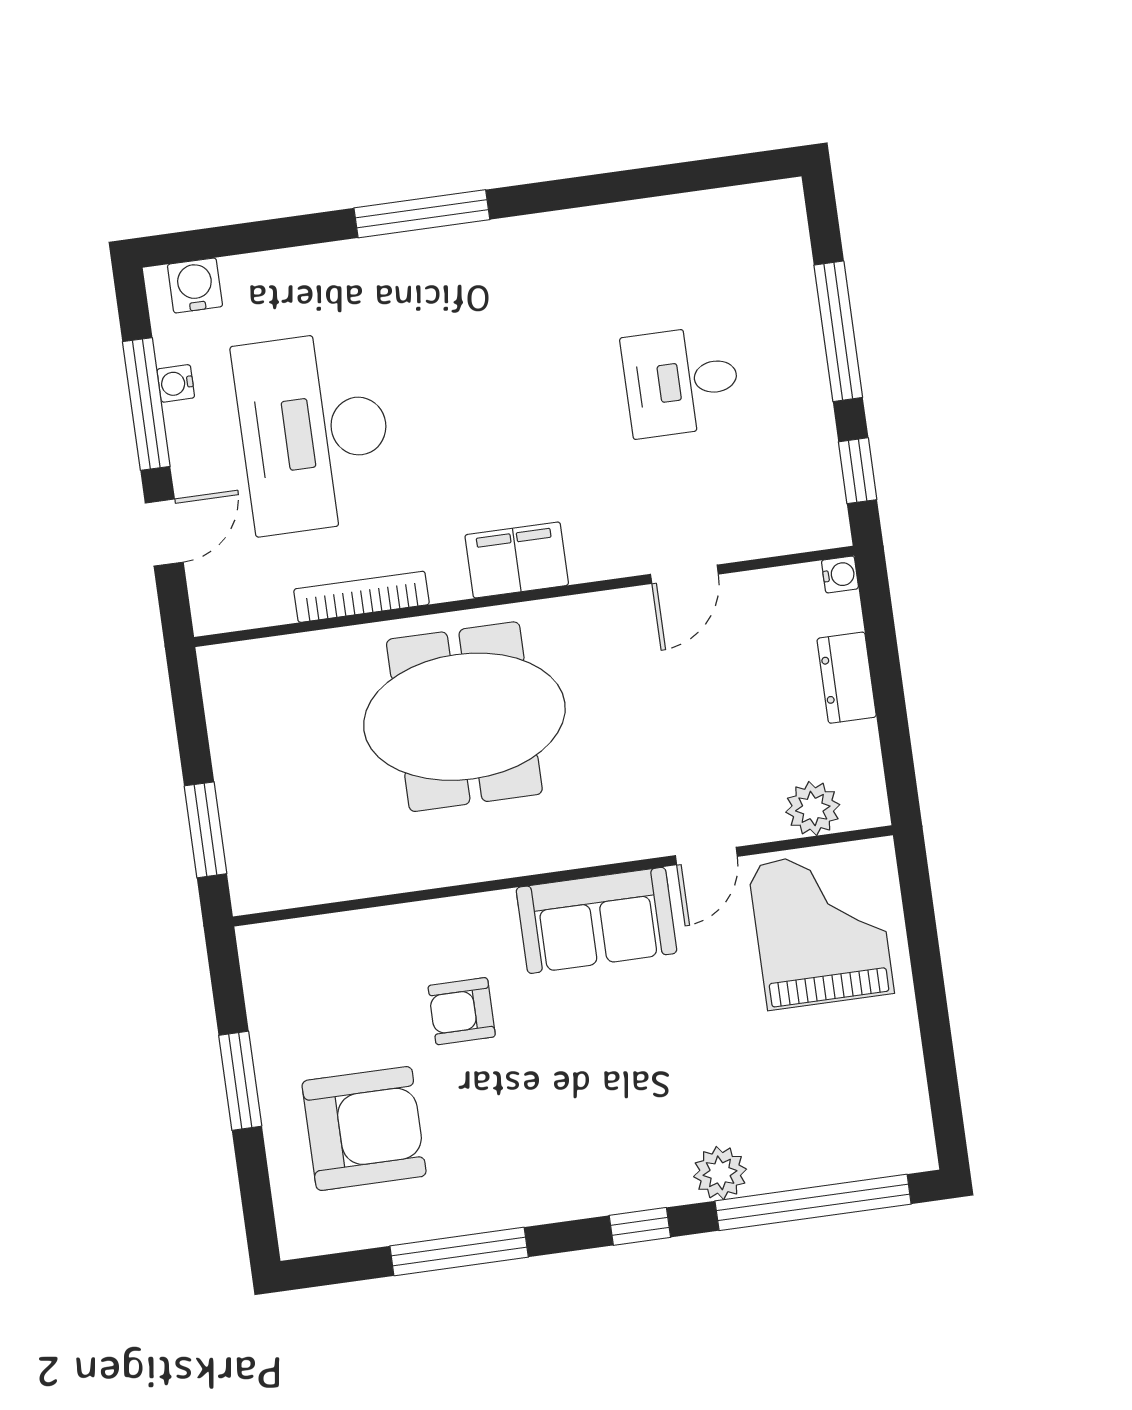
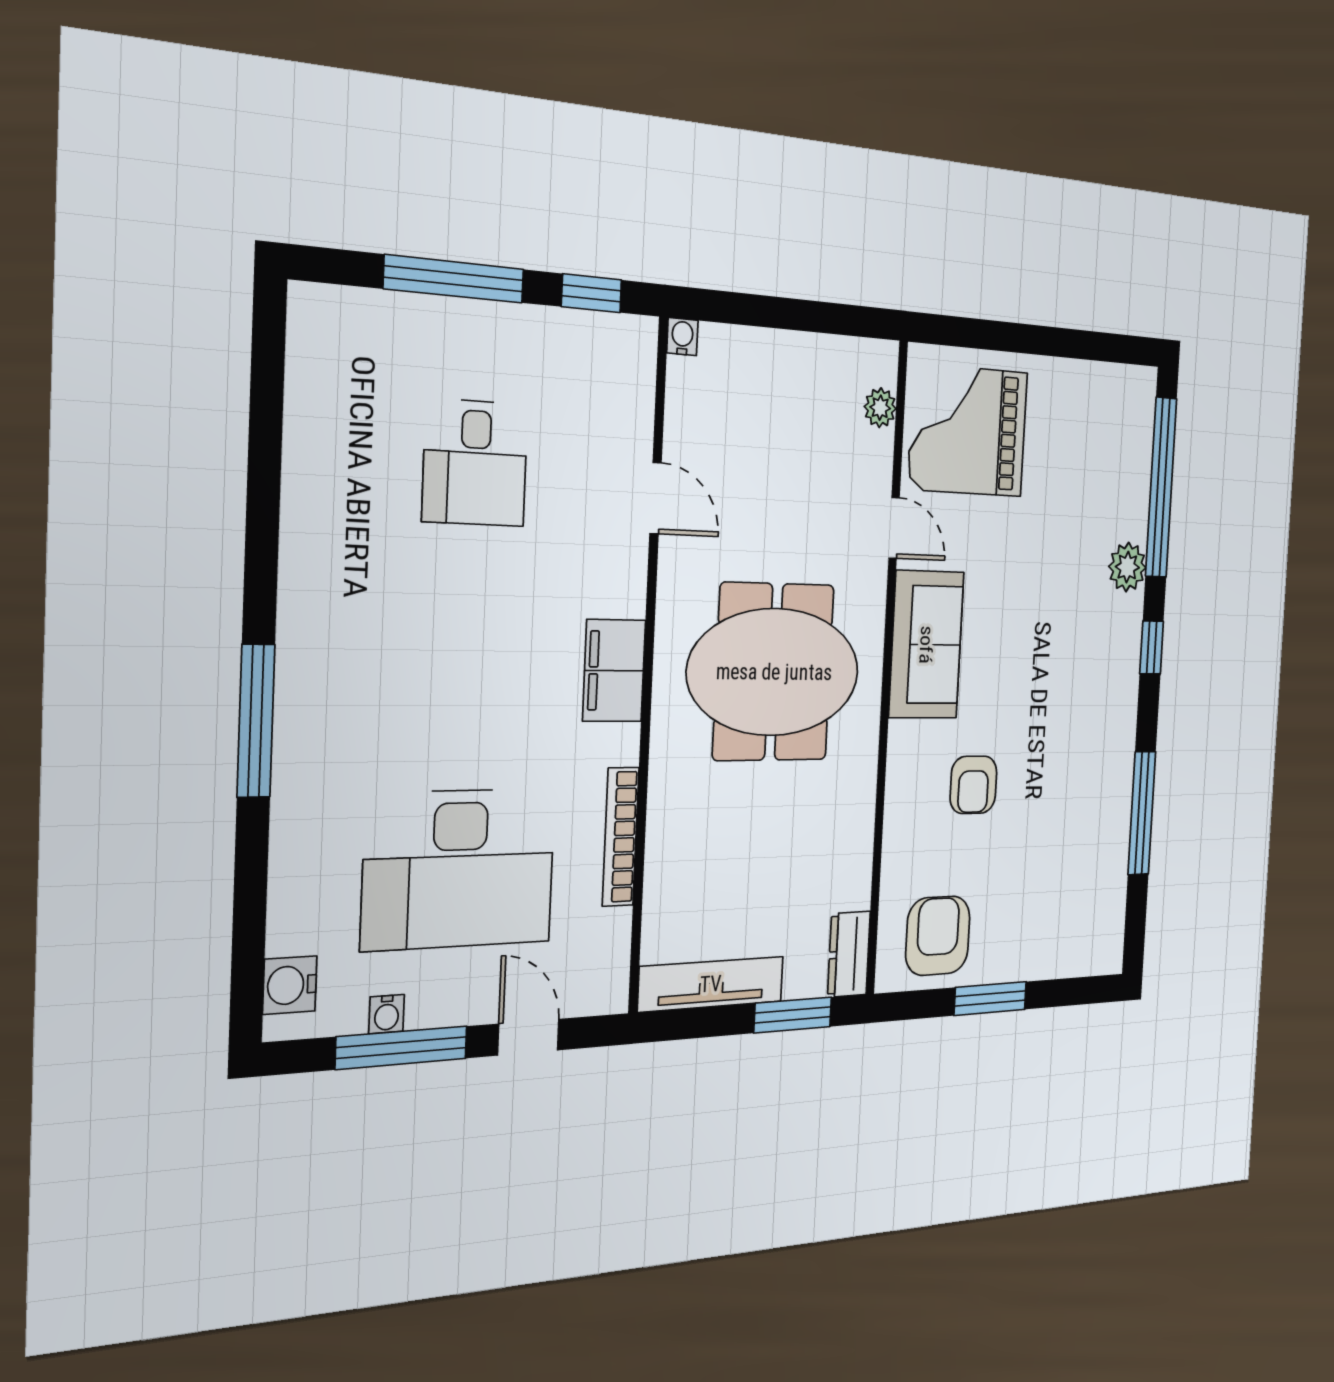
dresser: (847, 678) -> (849, 954), moved, turned 90
meeting table: (464, 717) -> (774, 672), moved, turned 90
tv unit: (229, 727) -> (711, 984), added
plant: (813, 808) -> (880, 408), width x0.73, depth x0.73
armchair: (364, 1128) -> (938, 936), moved, width x0.73, depth x0.73

